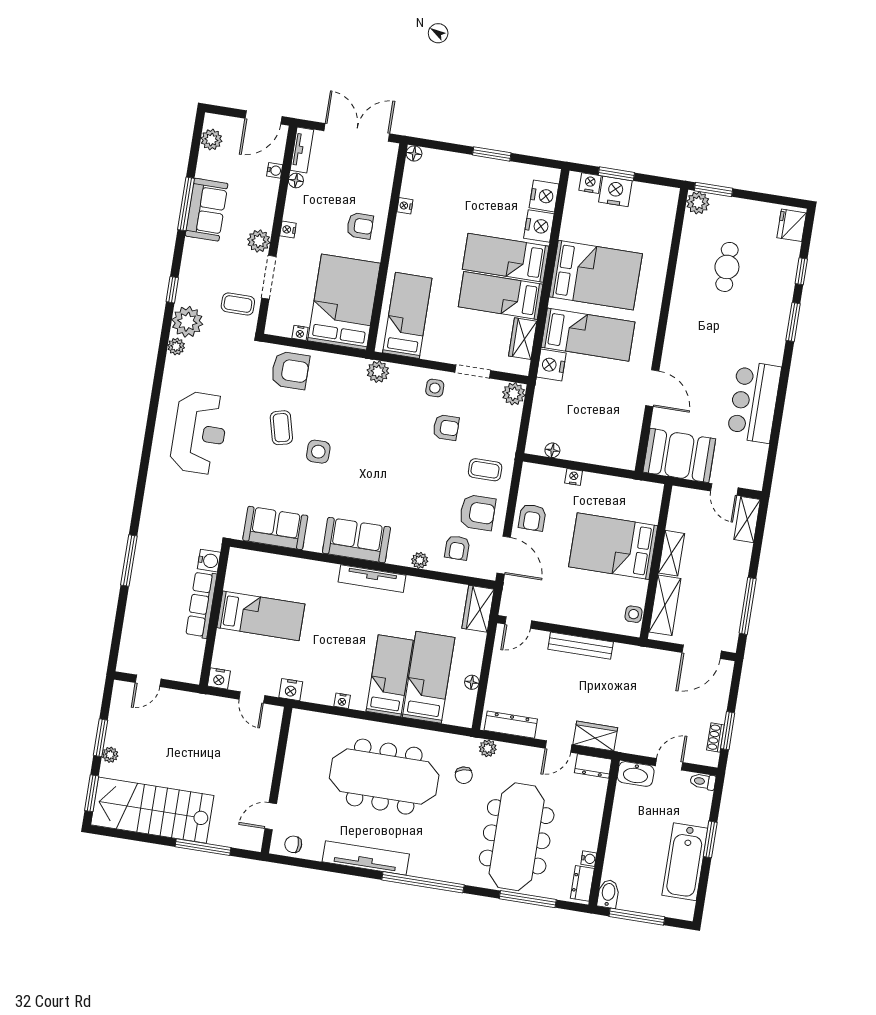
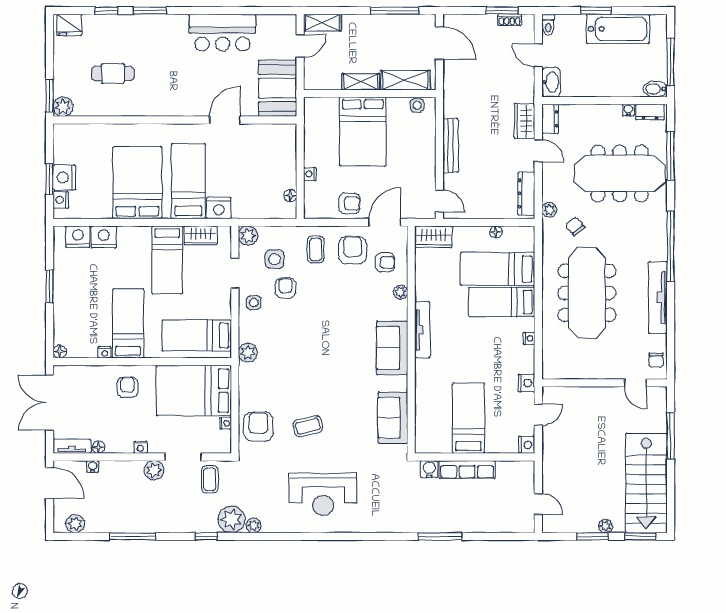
sofa: (207, 210) -> (135, 518), removed
bed: (506, 258) -> (128, 323), moved, turned 180
reception desk: (199, 433) -> (323, 494), turned 180
side table: (318, 452) -> (274, 259), moved
chair: (464, 775) -> (575, 226), turned -115

